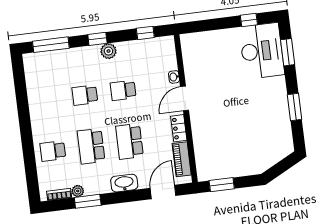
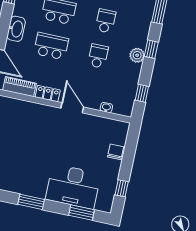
chair: (214, 39) -> (116, 152), added
desk: (262, 51) -> (73, 187), moved
washbasin: (174, 77) -> (106, 108), moved

